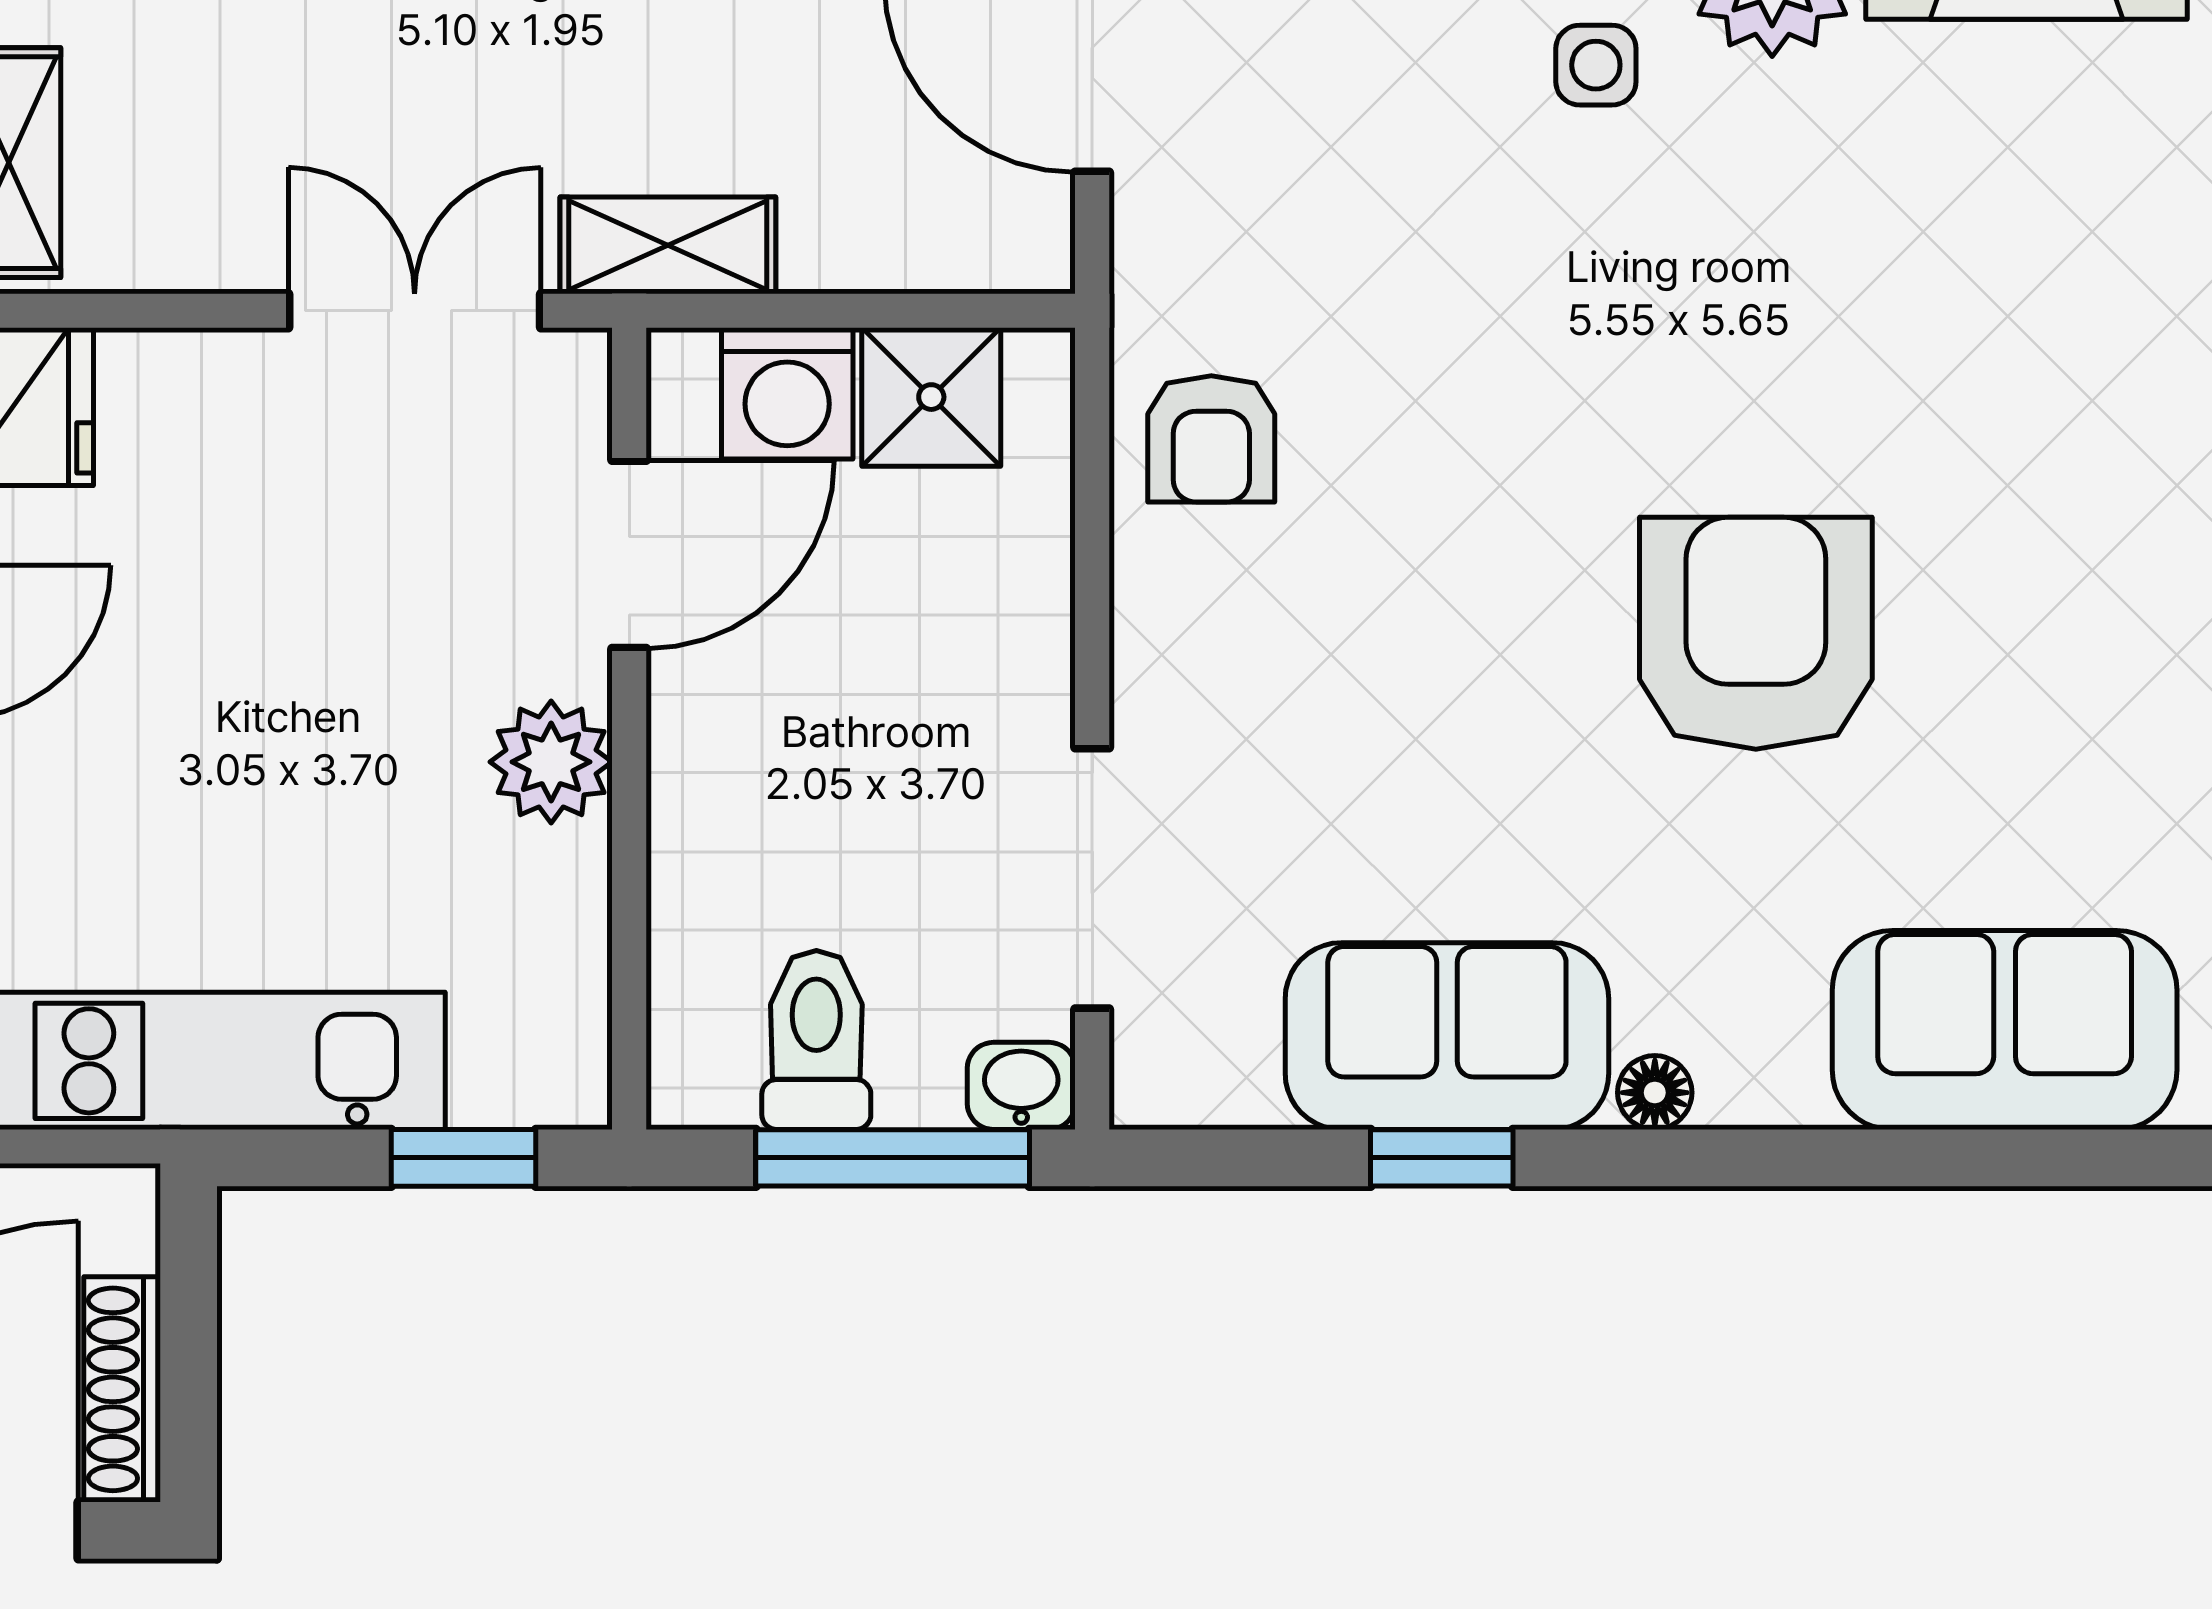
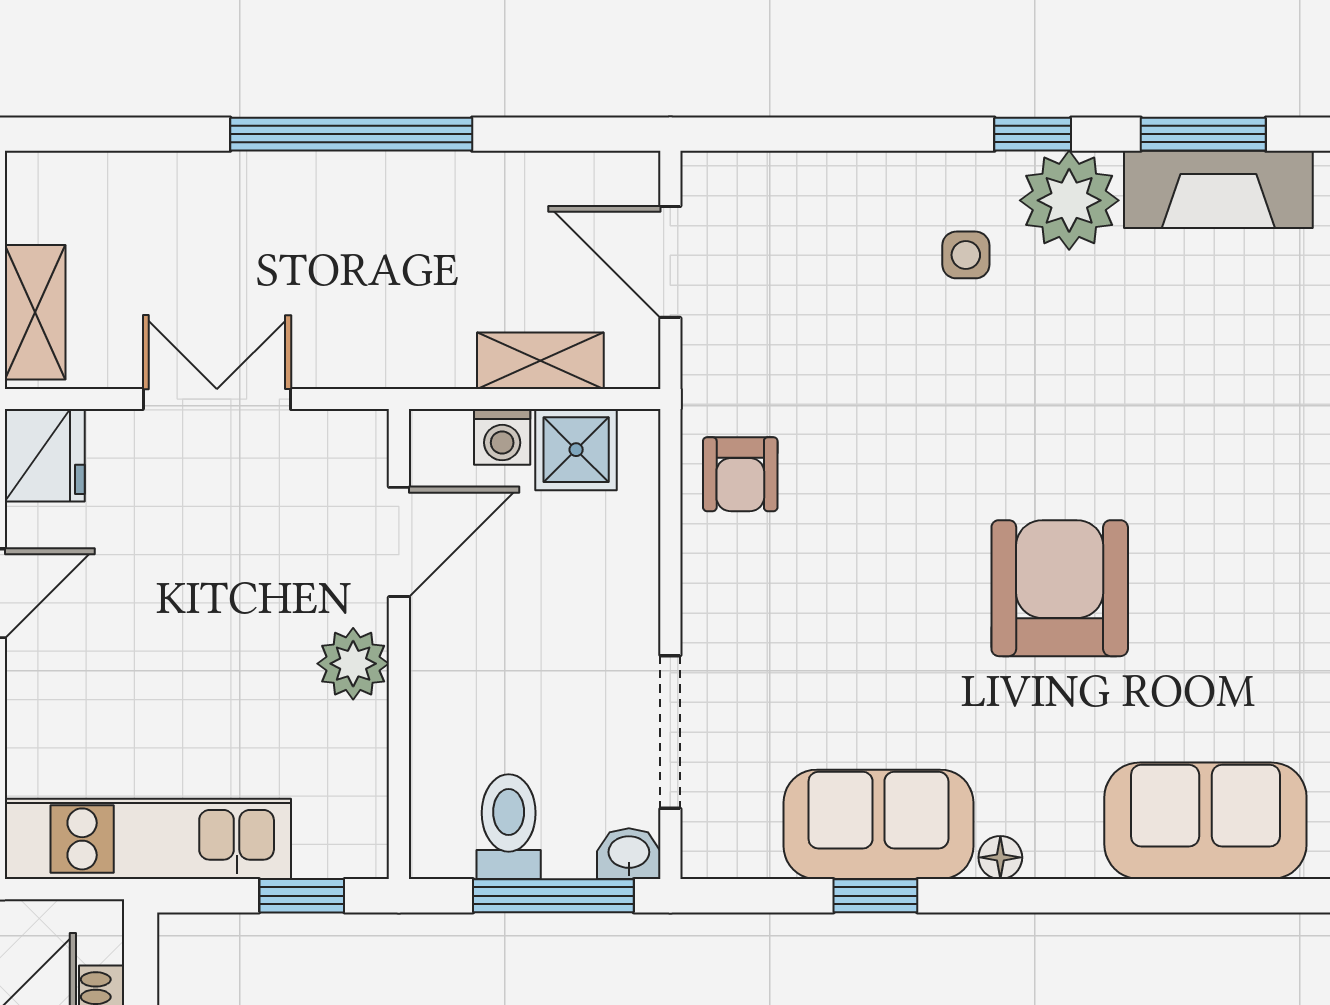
shelving: (668, 245) -> (540, 361), moved
double door: (415, 311) -> (217, 399), moved
washing machine: (787, 393) -> (502, 437), width x0.73, depth x0.73

